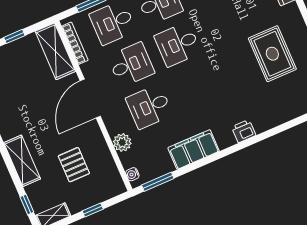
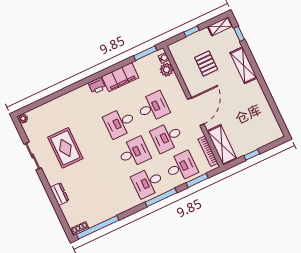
desk: (196, 86) -> (120, 123), added
printer: (244, 131) -> (97, 86), moved
plant: (122, 142) -> (167, 70), moved

